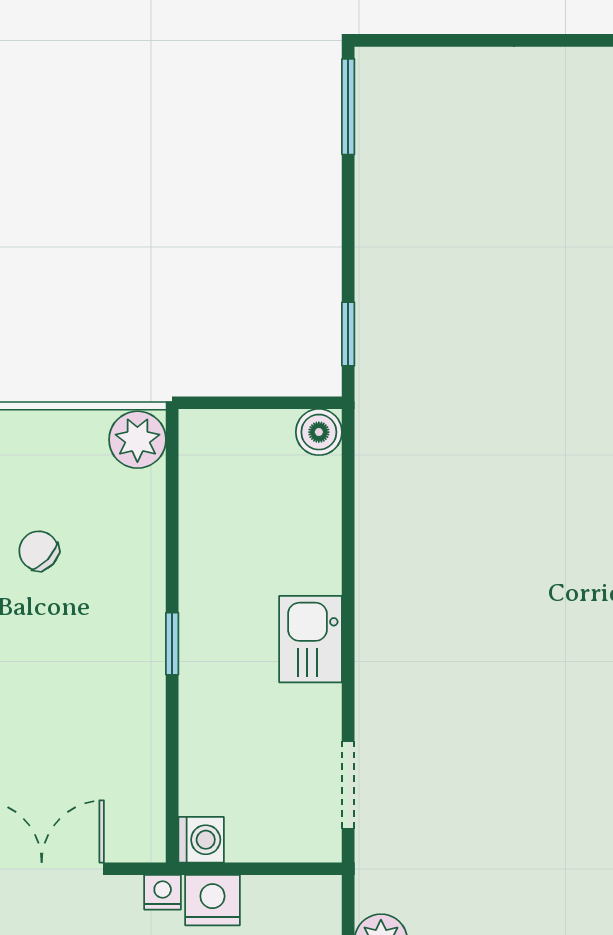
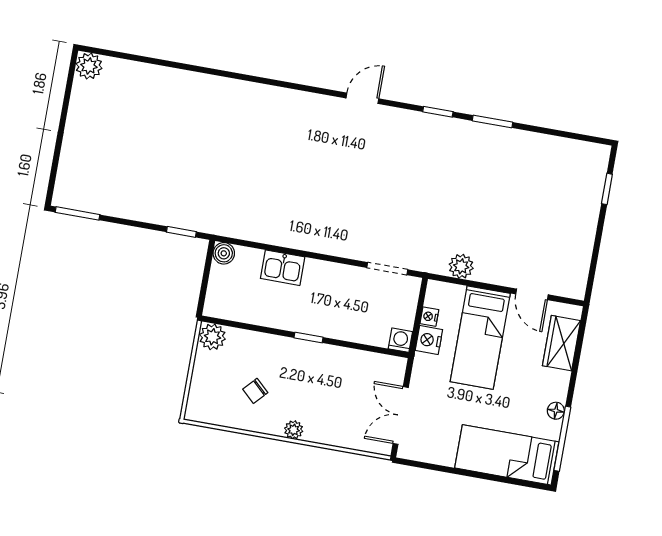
kitchen sink: (311, 639) -> (283, 268), moved
nightstand: (163, 892) -> (429, 317), moved

